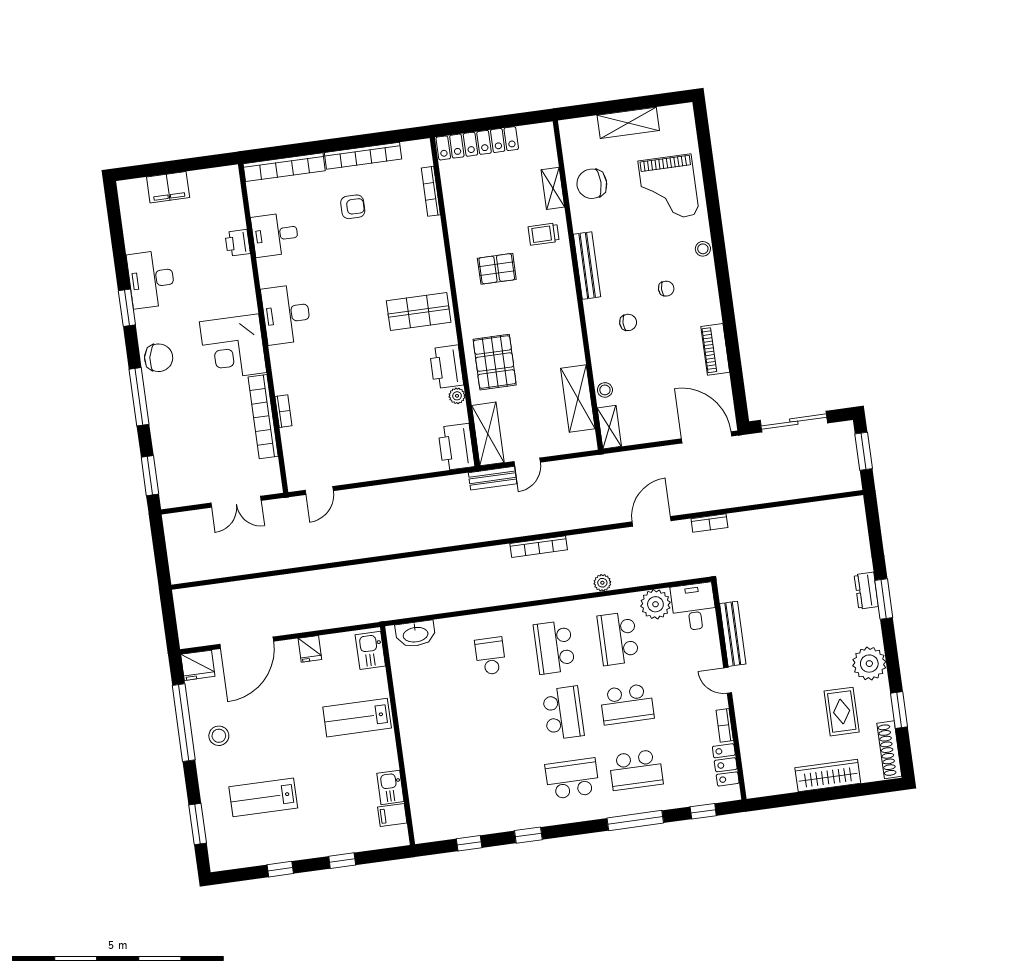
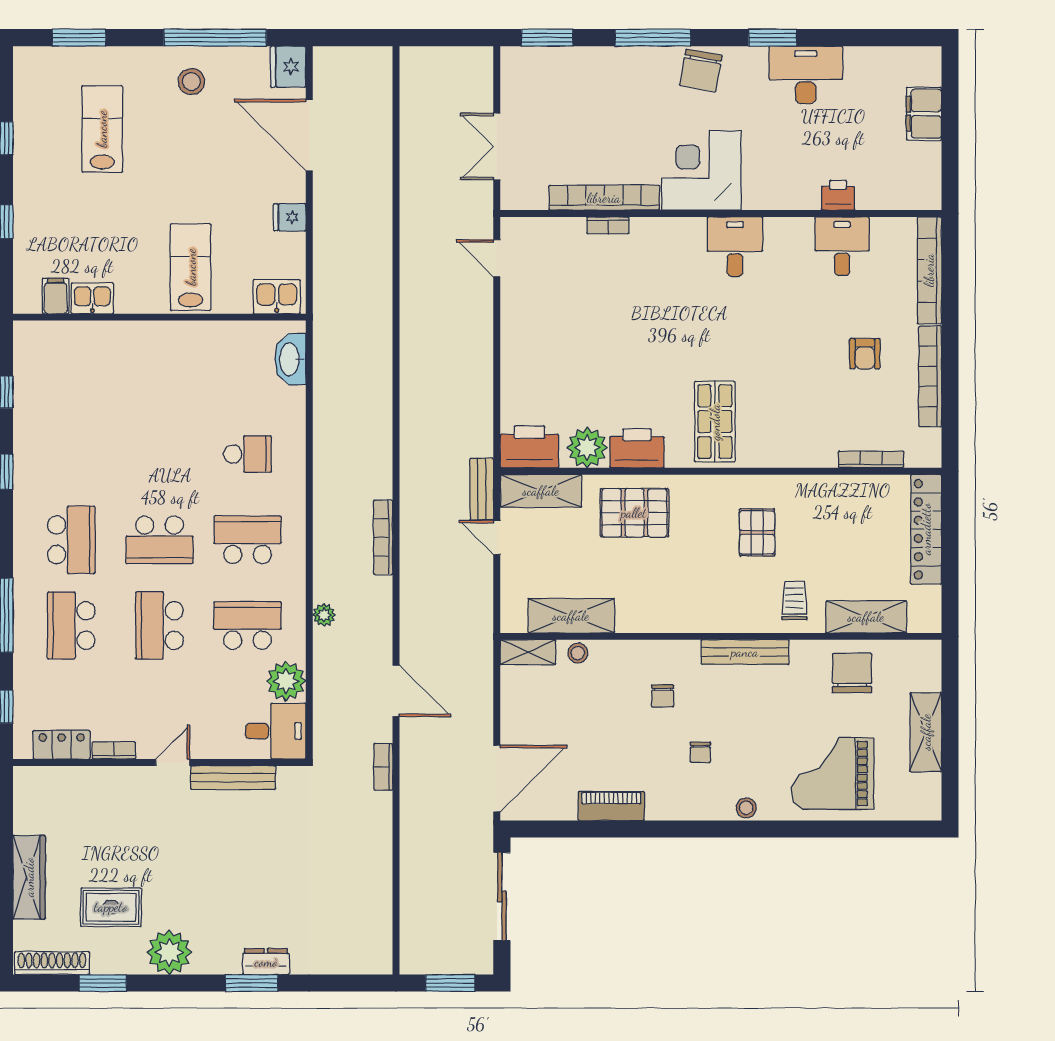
shelving: (553, 188) -> (866, 617), width x1.50, depth x1.33
desk: (286, 314) -> (735, 247), width x0.73
plant: (457, 396) -> (587, 448), width x1.88, depth x1.88

